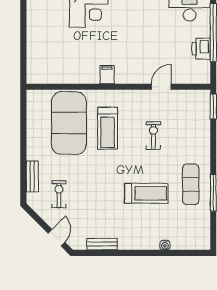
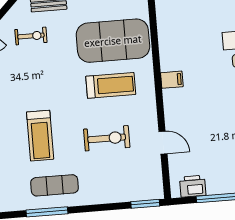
printer: (201, 49) -> (193, 186), moved
treadmill: (108, 128) -> (111, 85), turned 180
exercise bike: (153, 136) -> (107, 138), width x1.38, depth x1.39

